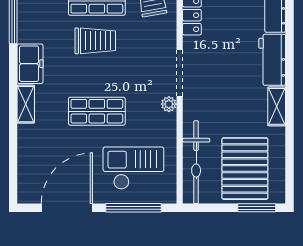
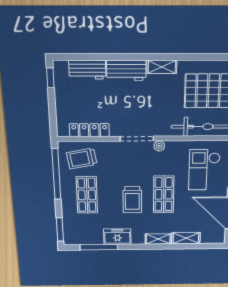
trolley: (95, 41) -> (132, 200), moved, turned 180
freezer: (30, 64) -> (117, 237), moved
shelving: (26, 145) -> (186, 238), added

